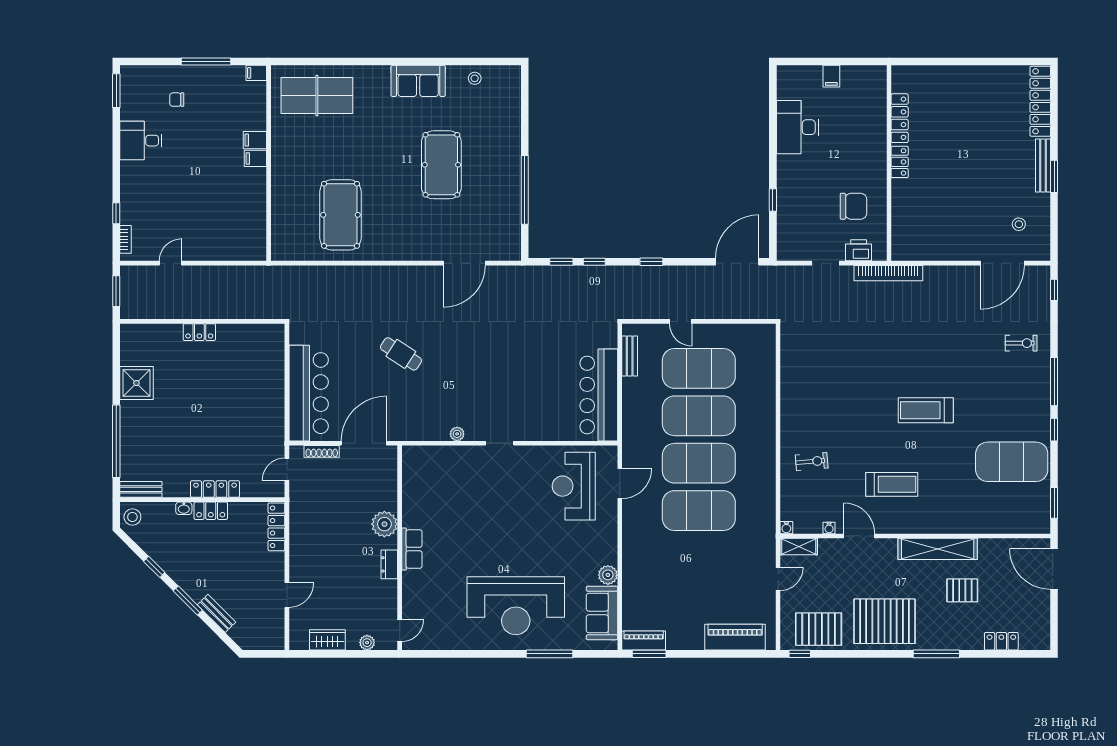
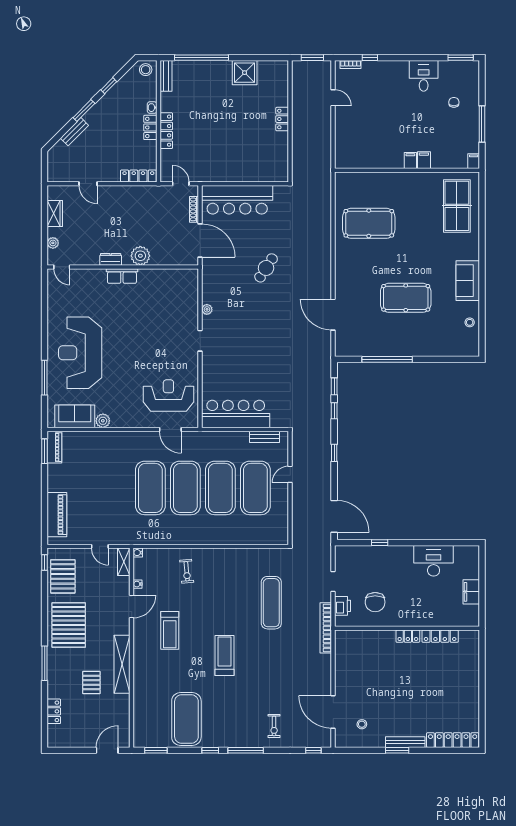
filing cabinet: (831, 76) -> (471, 592), width x2.00
exercise mat: (854, 347) -> (271, 603), added
door: (1054, 569) -> (107, 750), width x0.73

